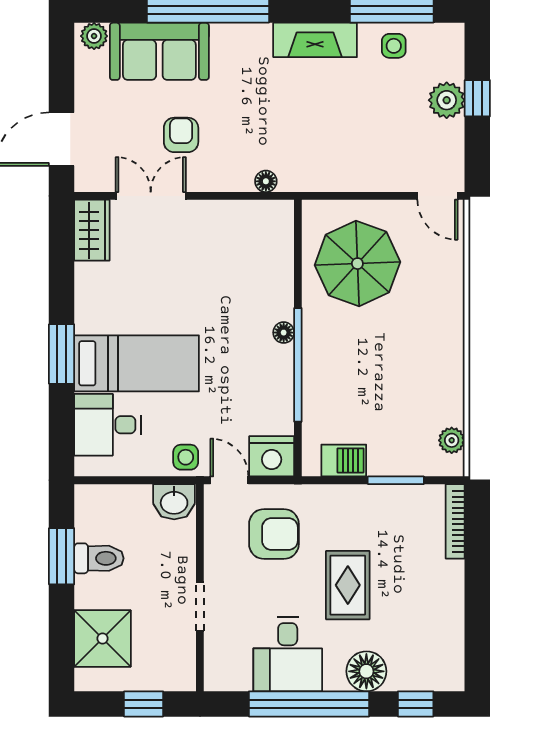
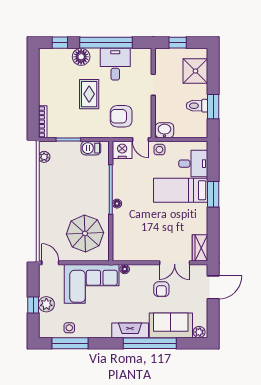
fireplace: (315, 40) -> (130, 330), moved
corner sofa: (342, 147) -> (92, 284), added

